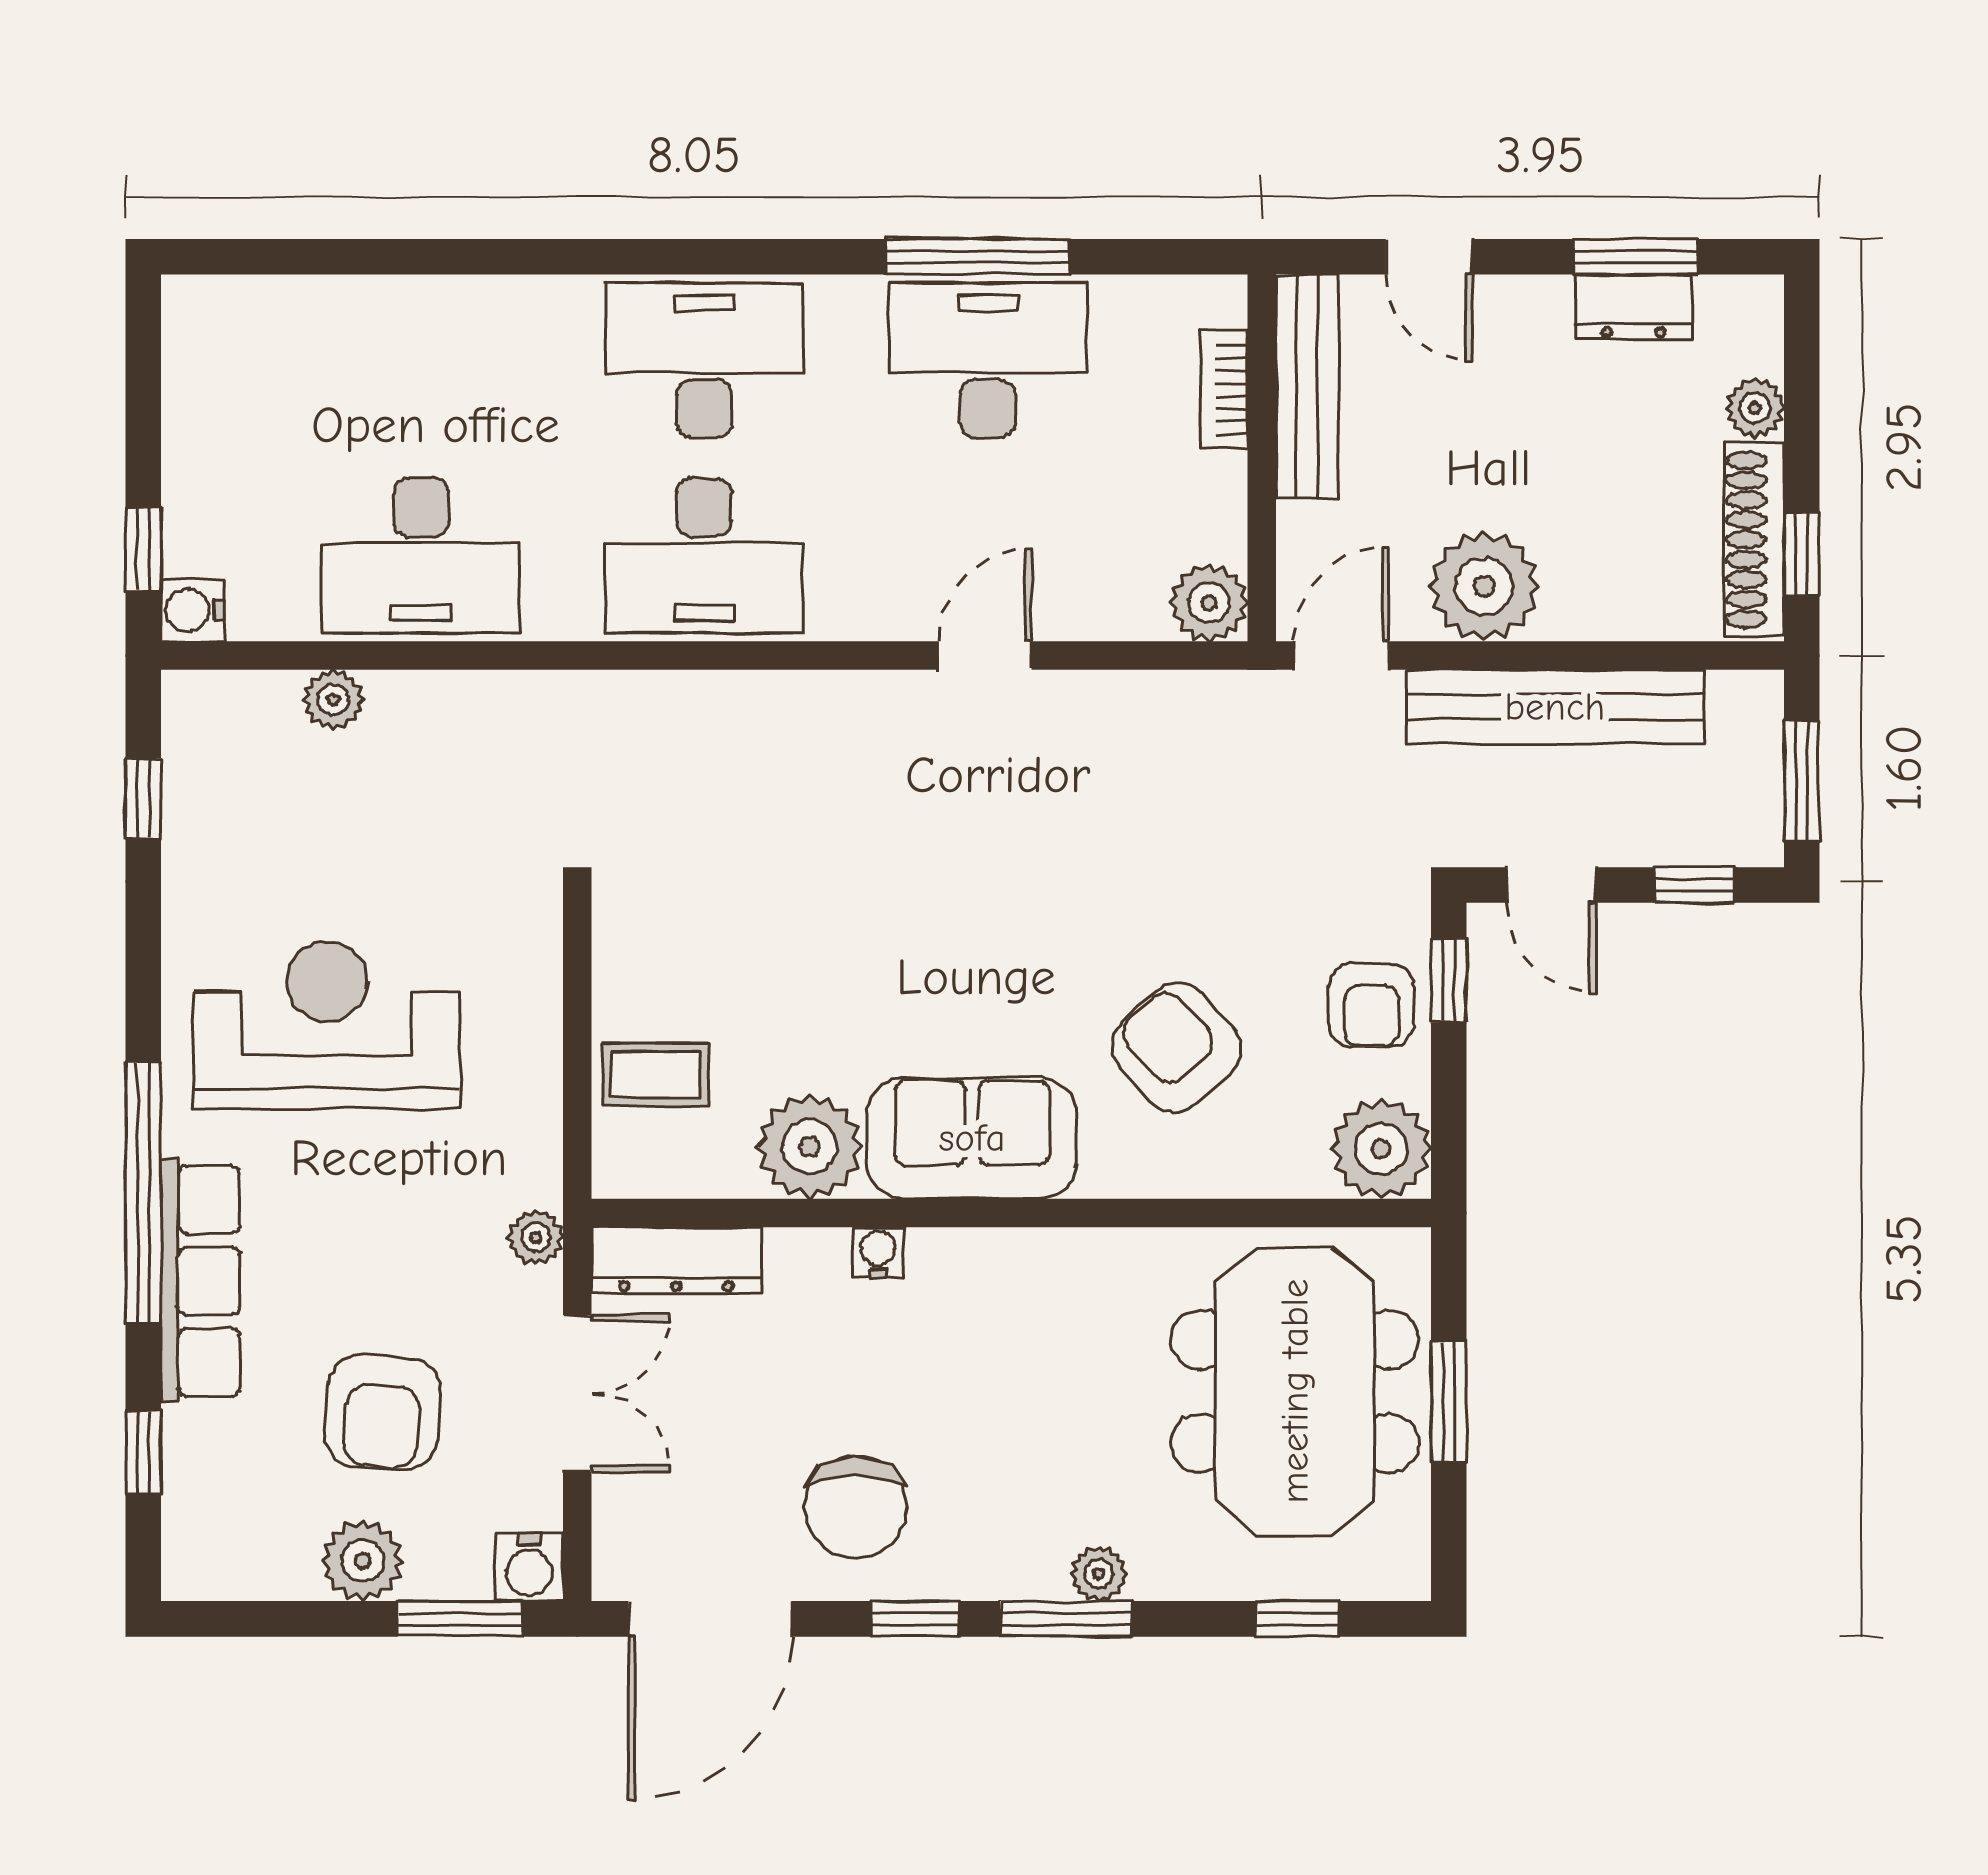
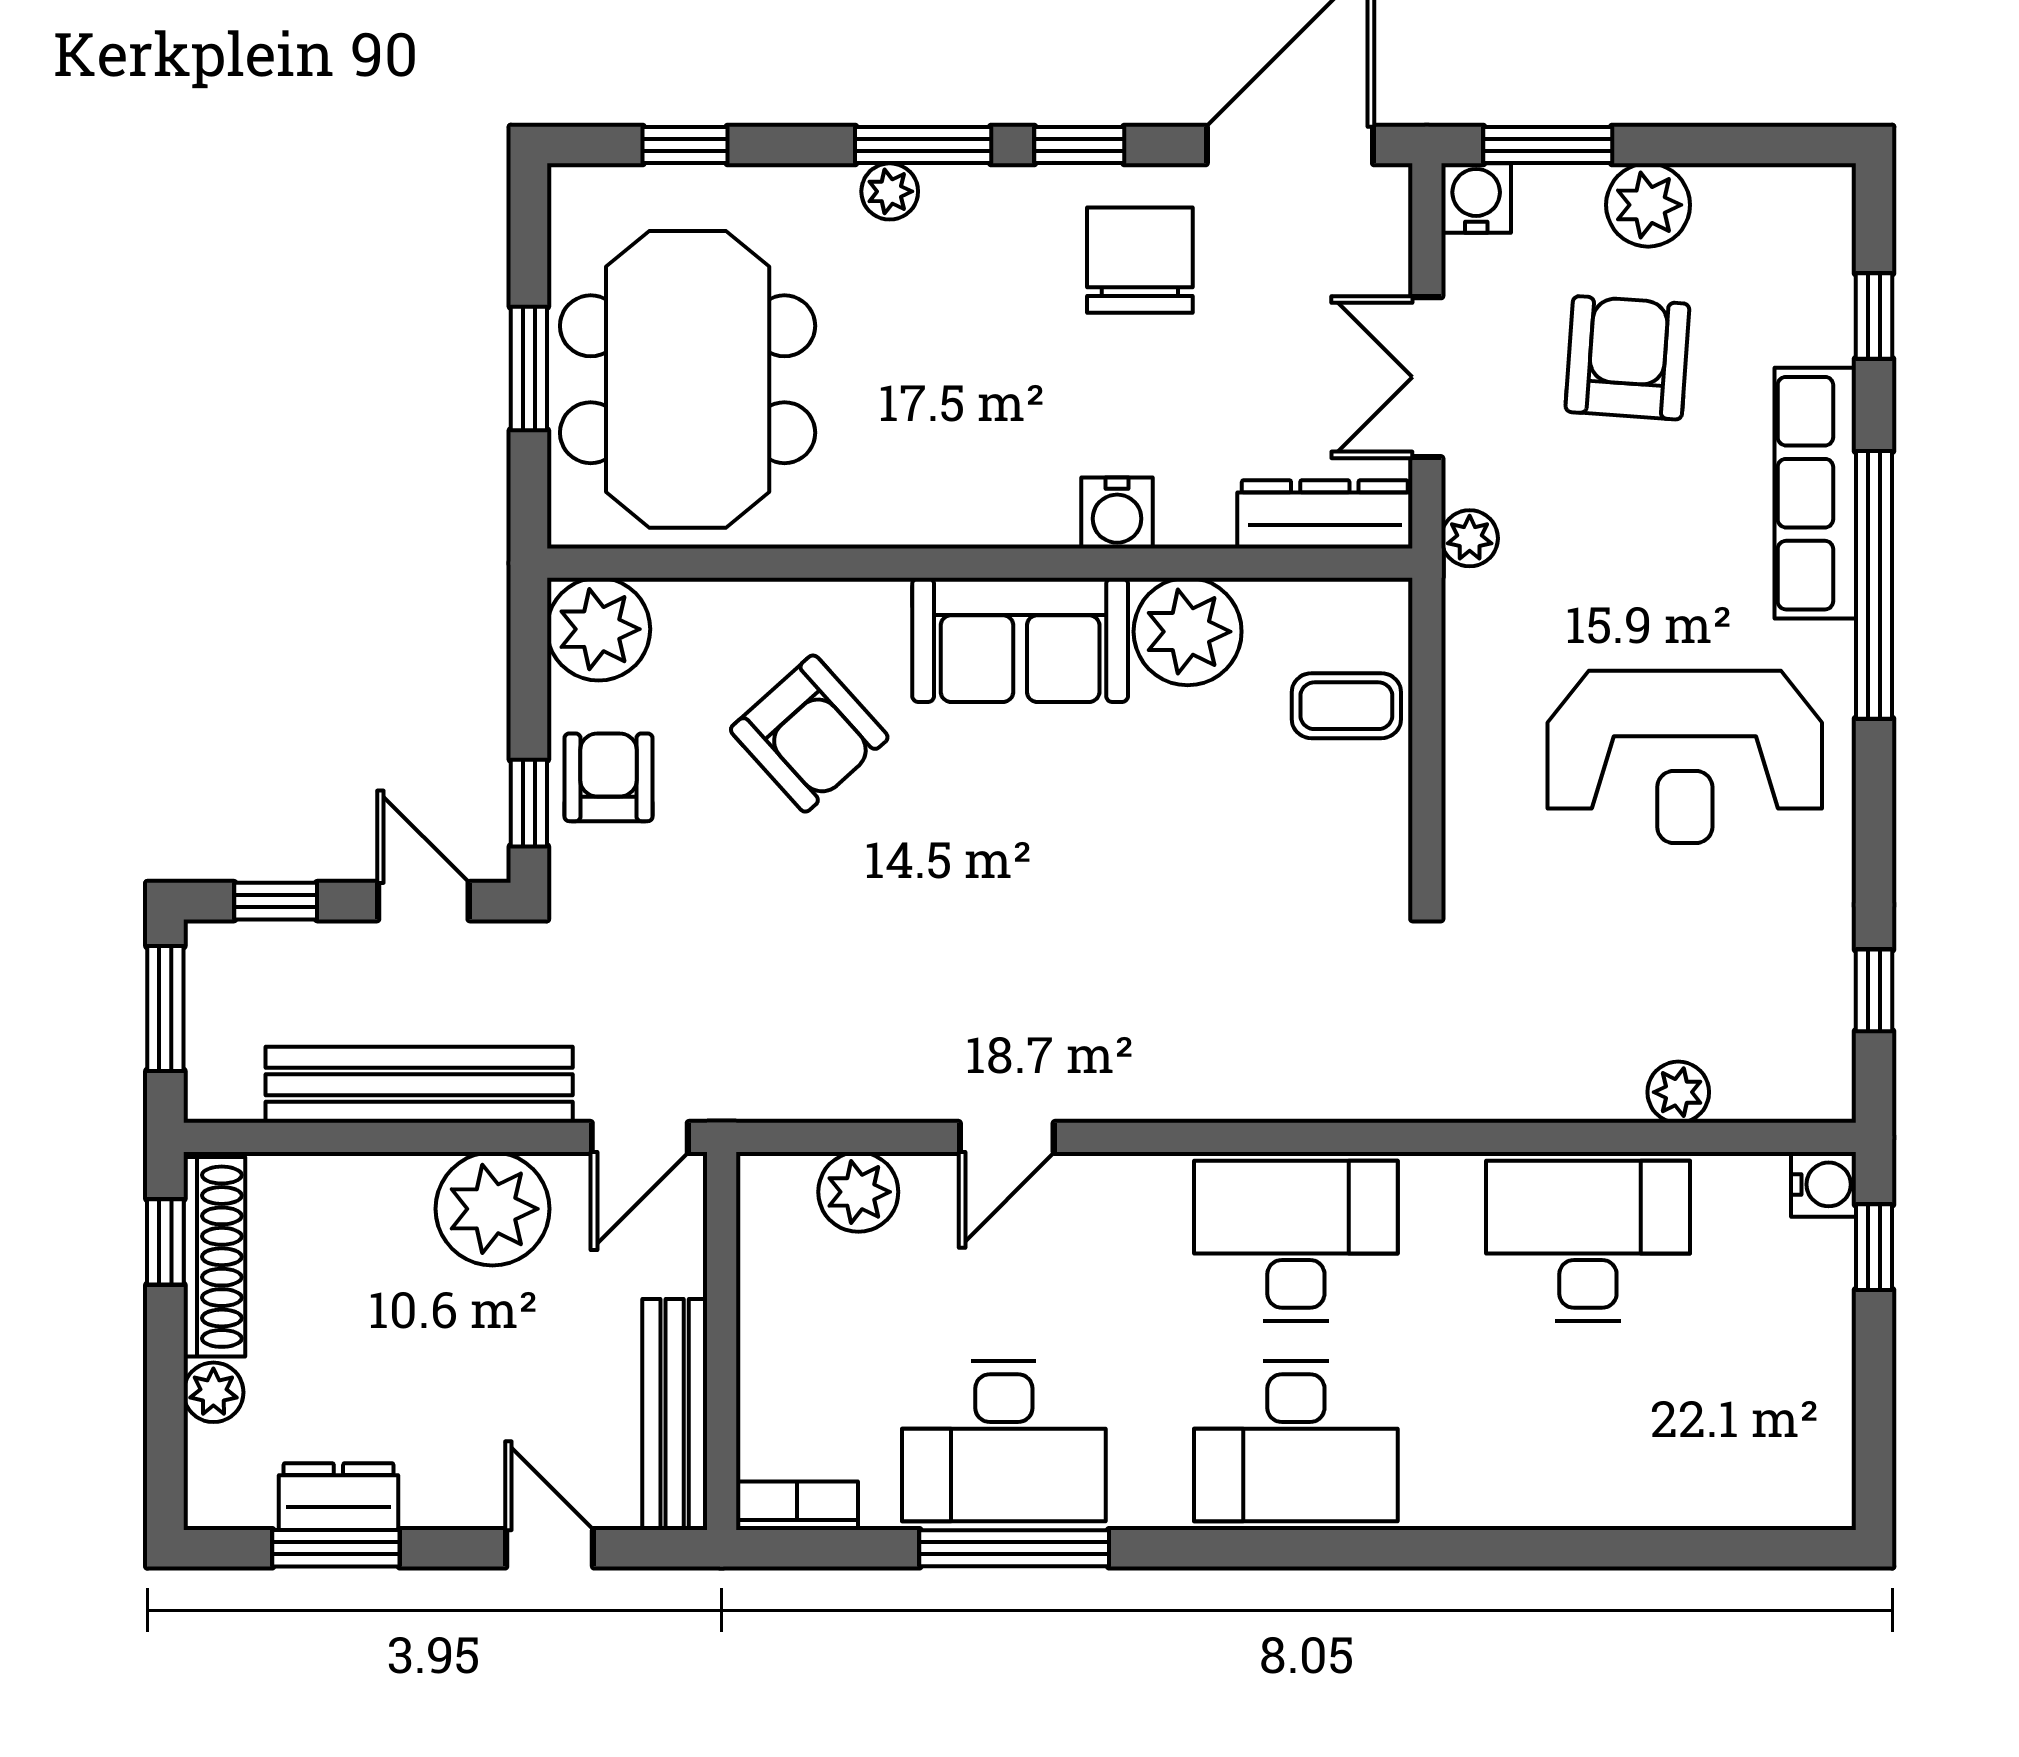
bookcase: (1224, 390) -> (797, 1506), moved, turned -90
plant: (1209, 603) -> (858, 1192), moved
water cooler: (878, 1252) -> (1117, 513), width x1.38, depth x1.38

